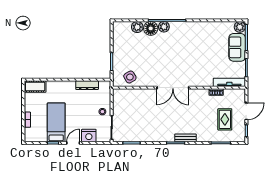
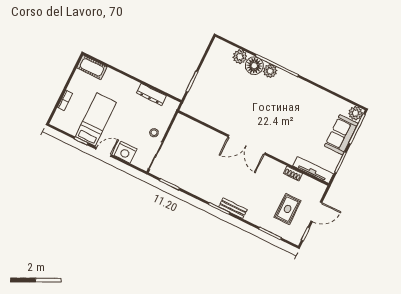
side table: (130, 77) -> (204, 109), removed

